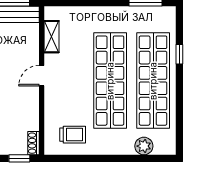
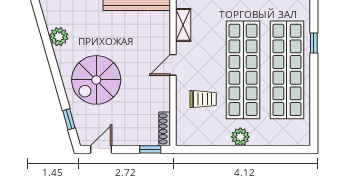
trolley: (73, 135) -> (203, 99), moved
shoe rack: (33, 143) -> (165, 129), width x1.43
plant: (144, 146) -> (240, 137), moved

